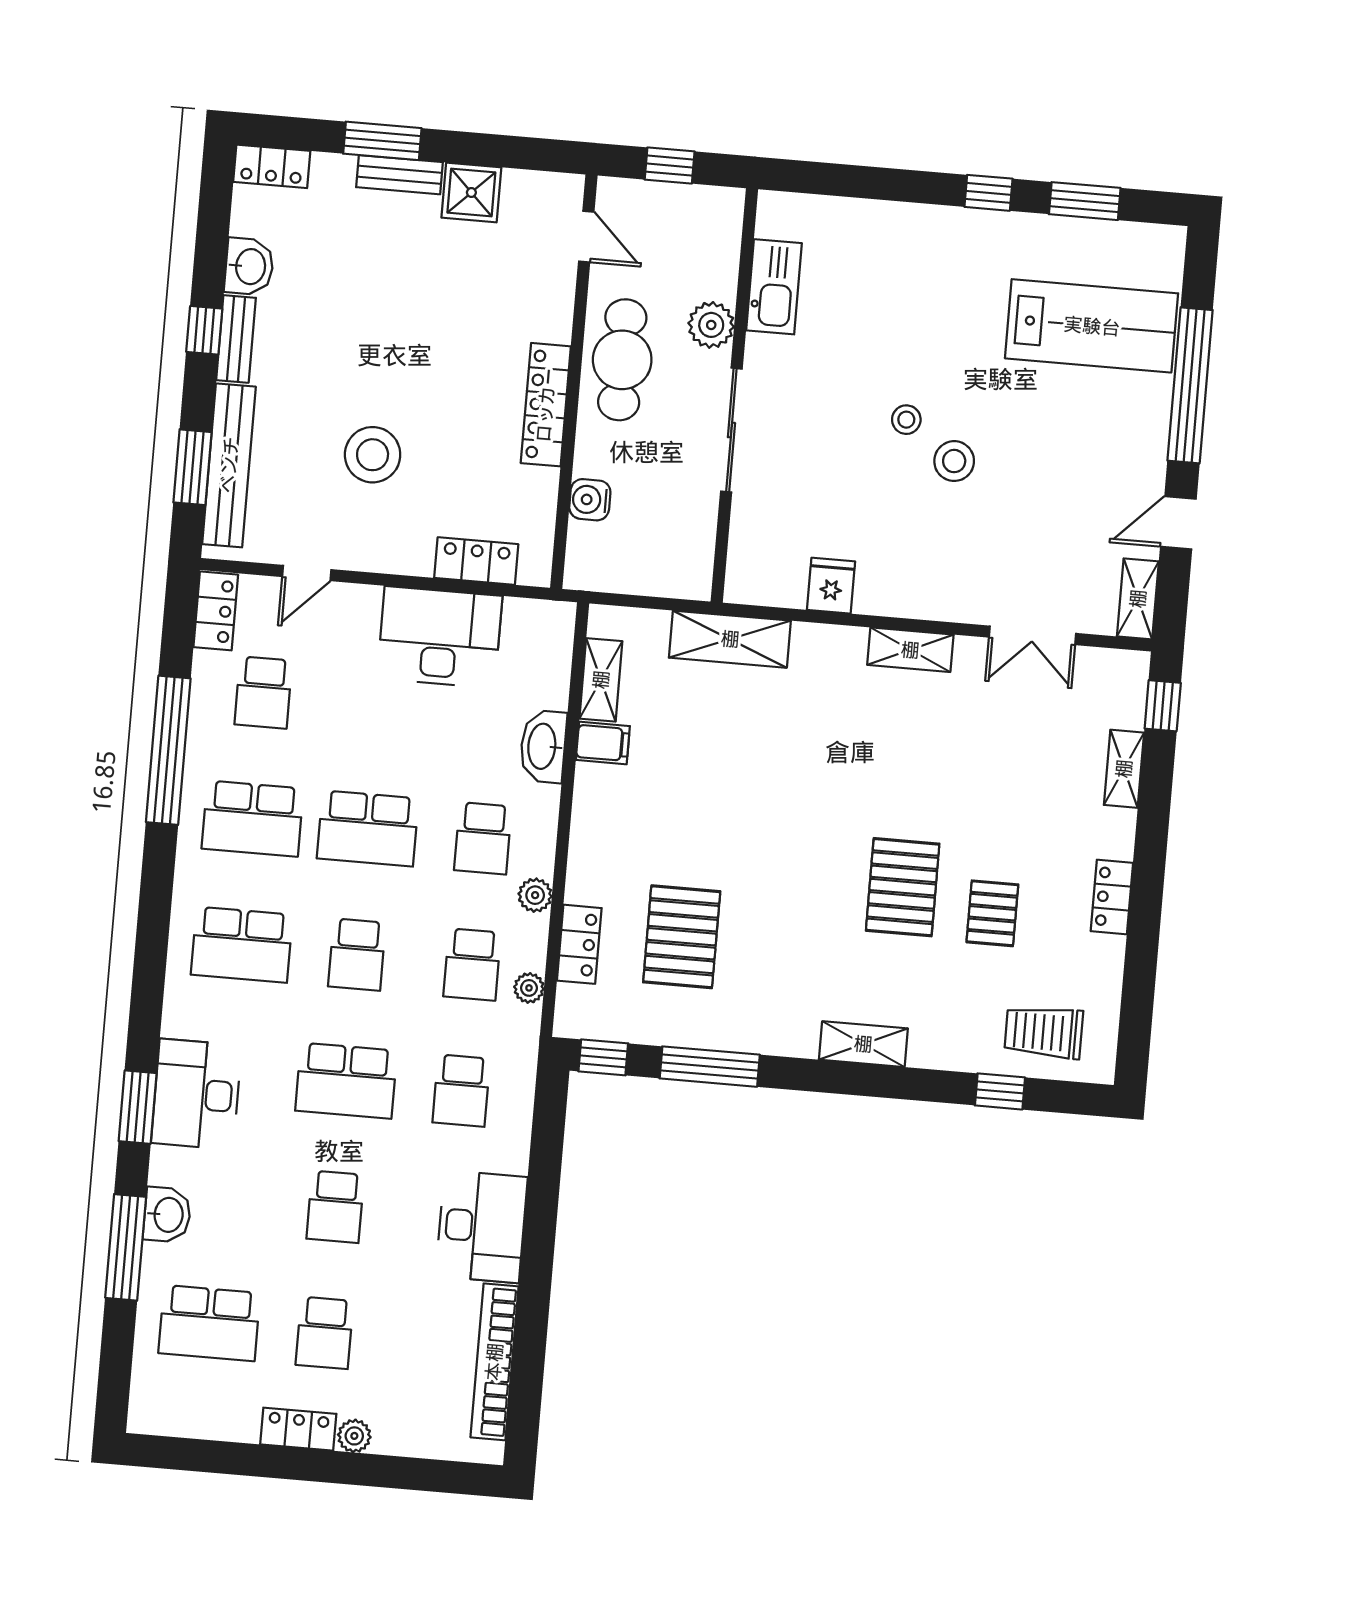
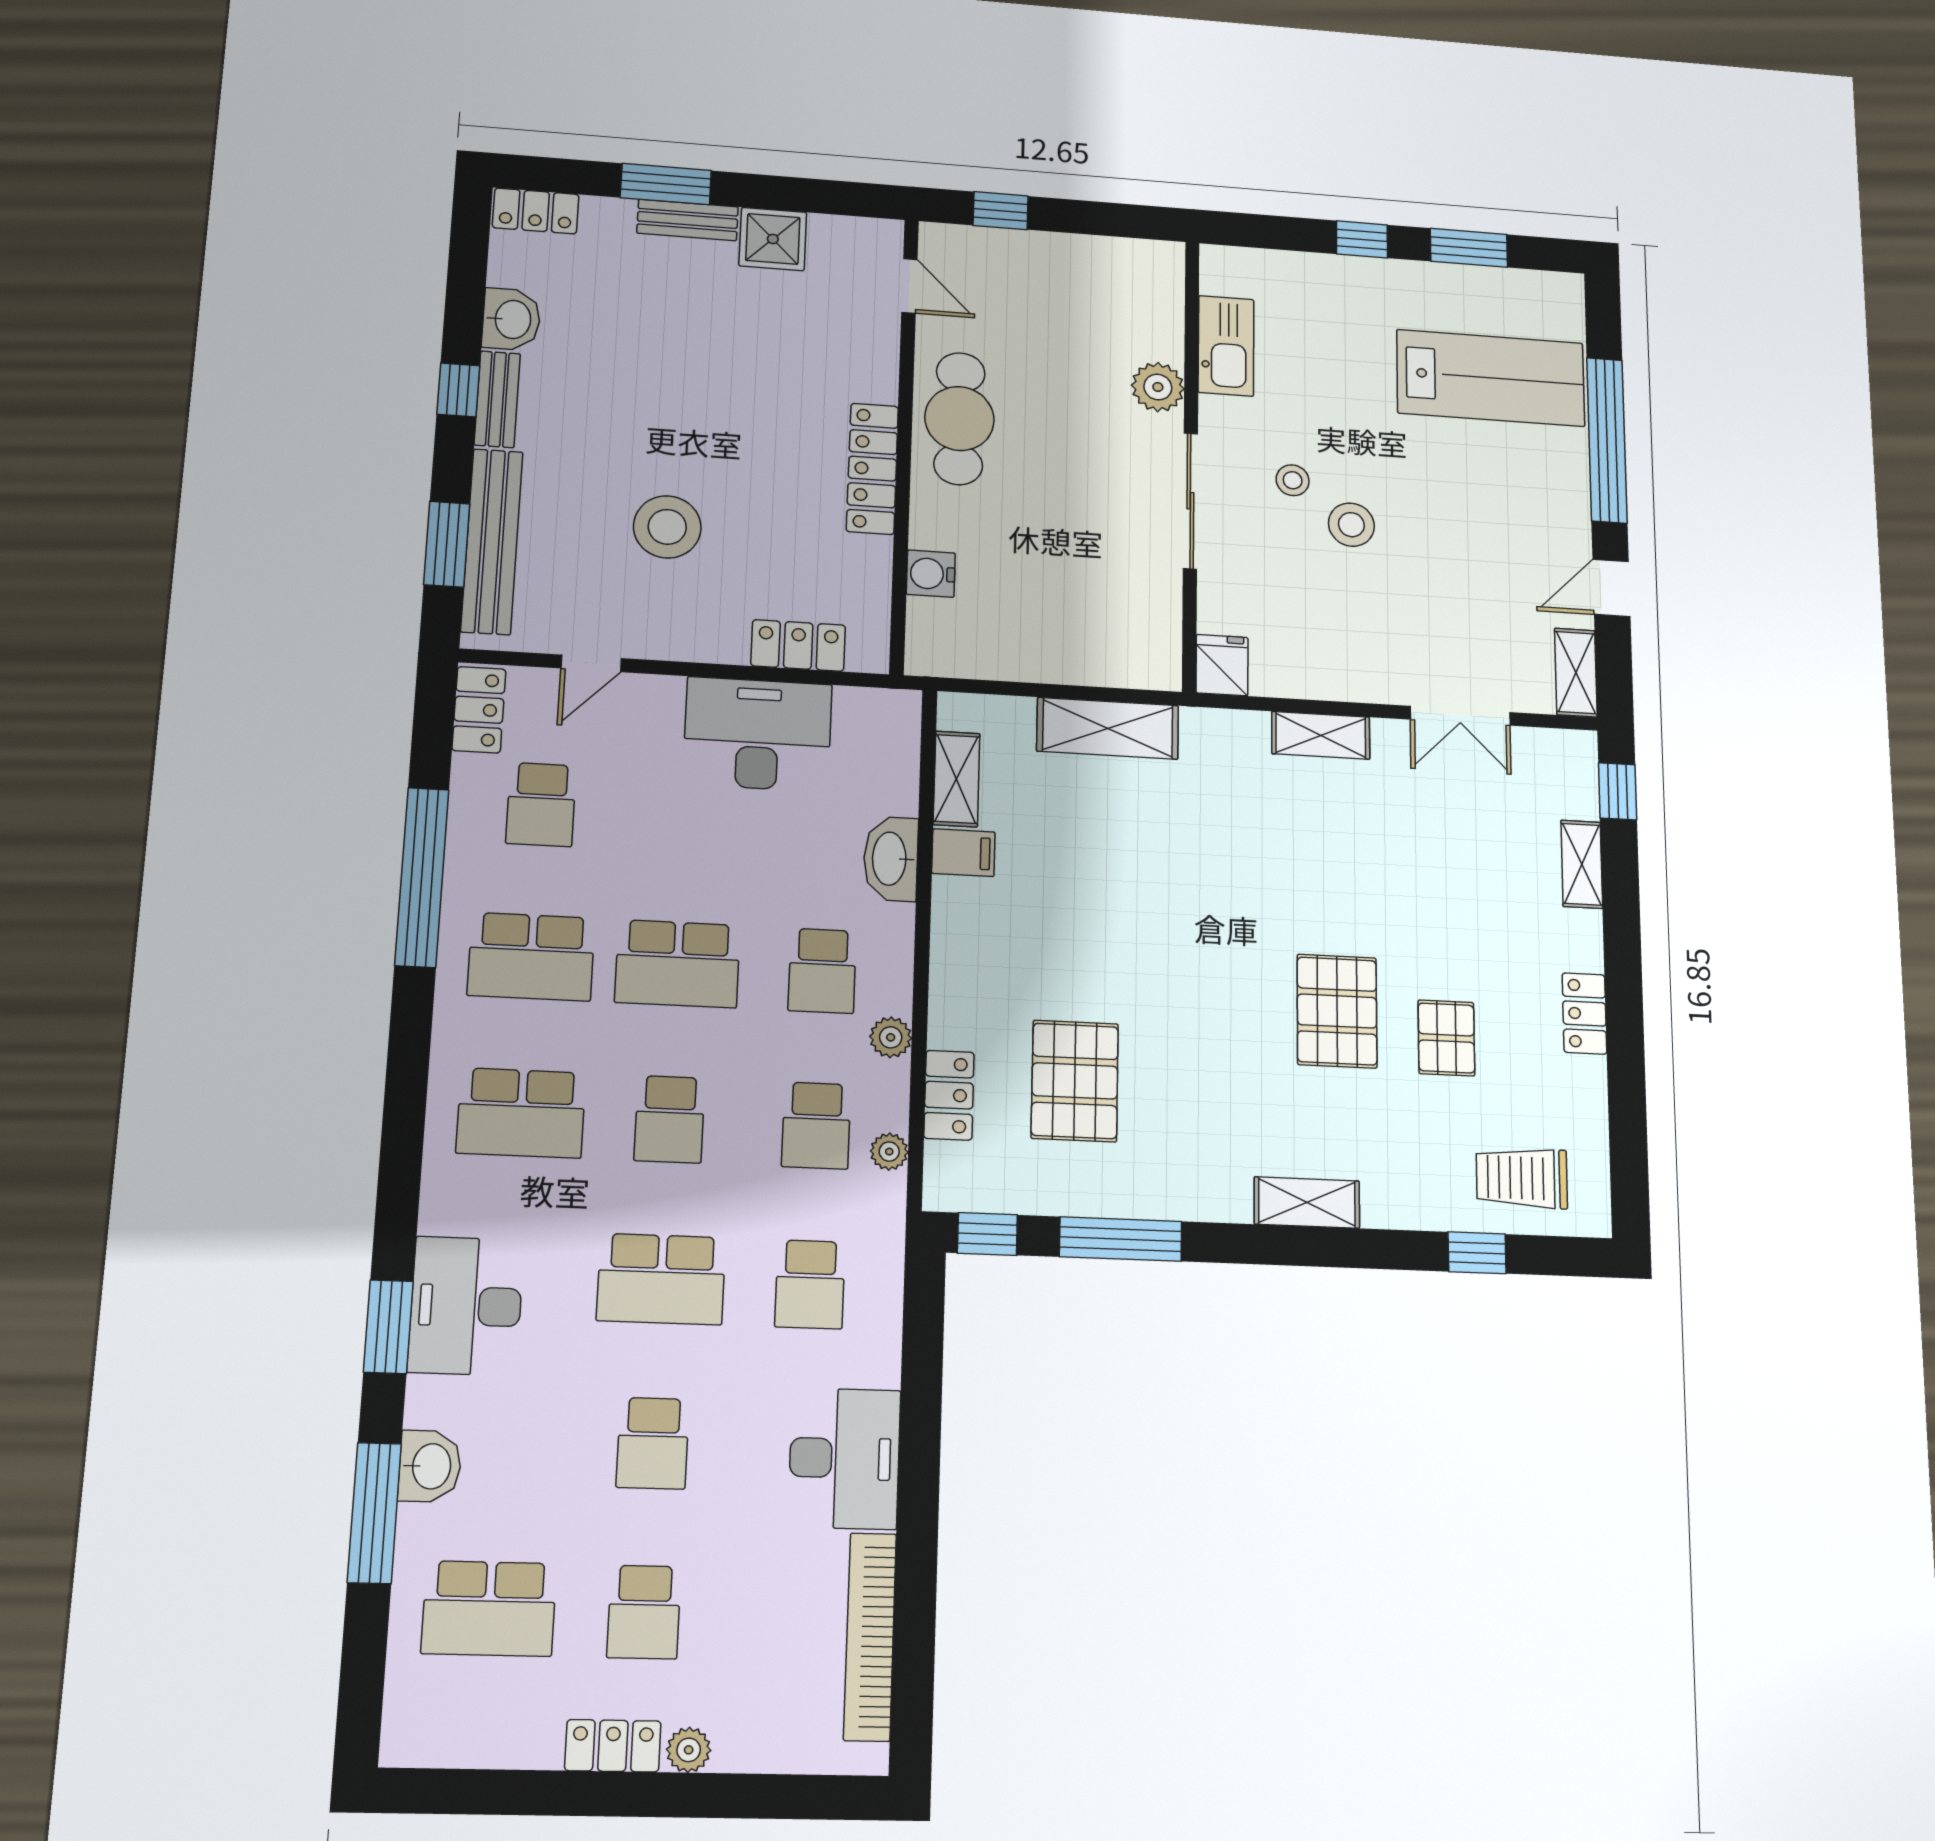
kitchen sink: (774, 287) -> (1226, 346), moved
plant: (711, 325) -> (1158, 387), moved
wall: (734, 395) -> (1191, 463), moved
sliding door: (731, 430) -> (1190, 501), moved

